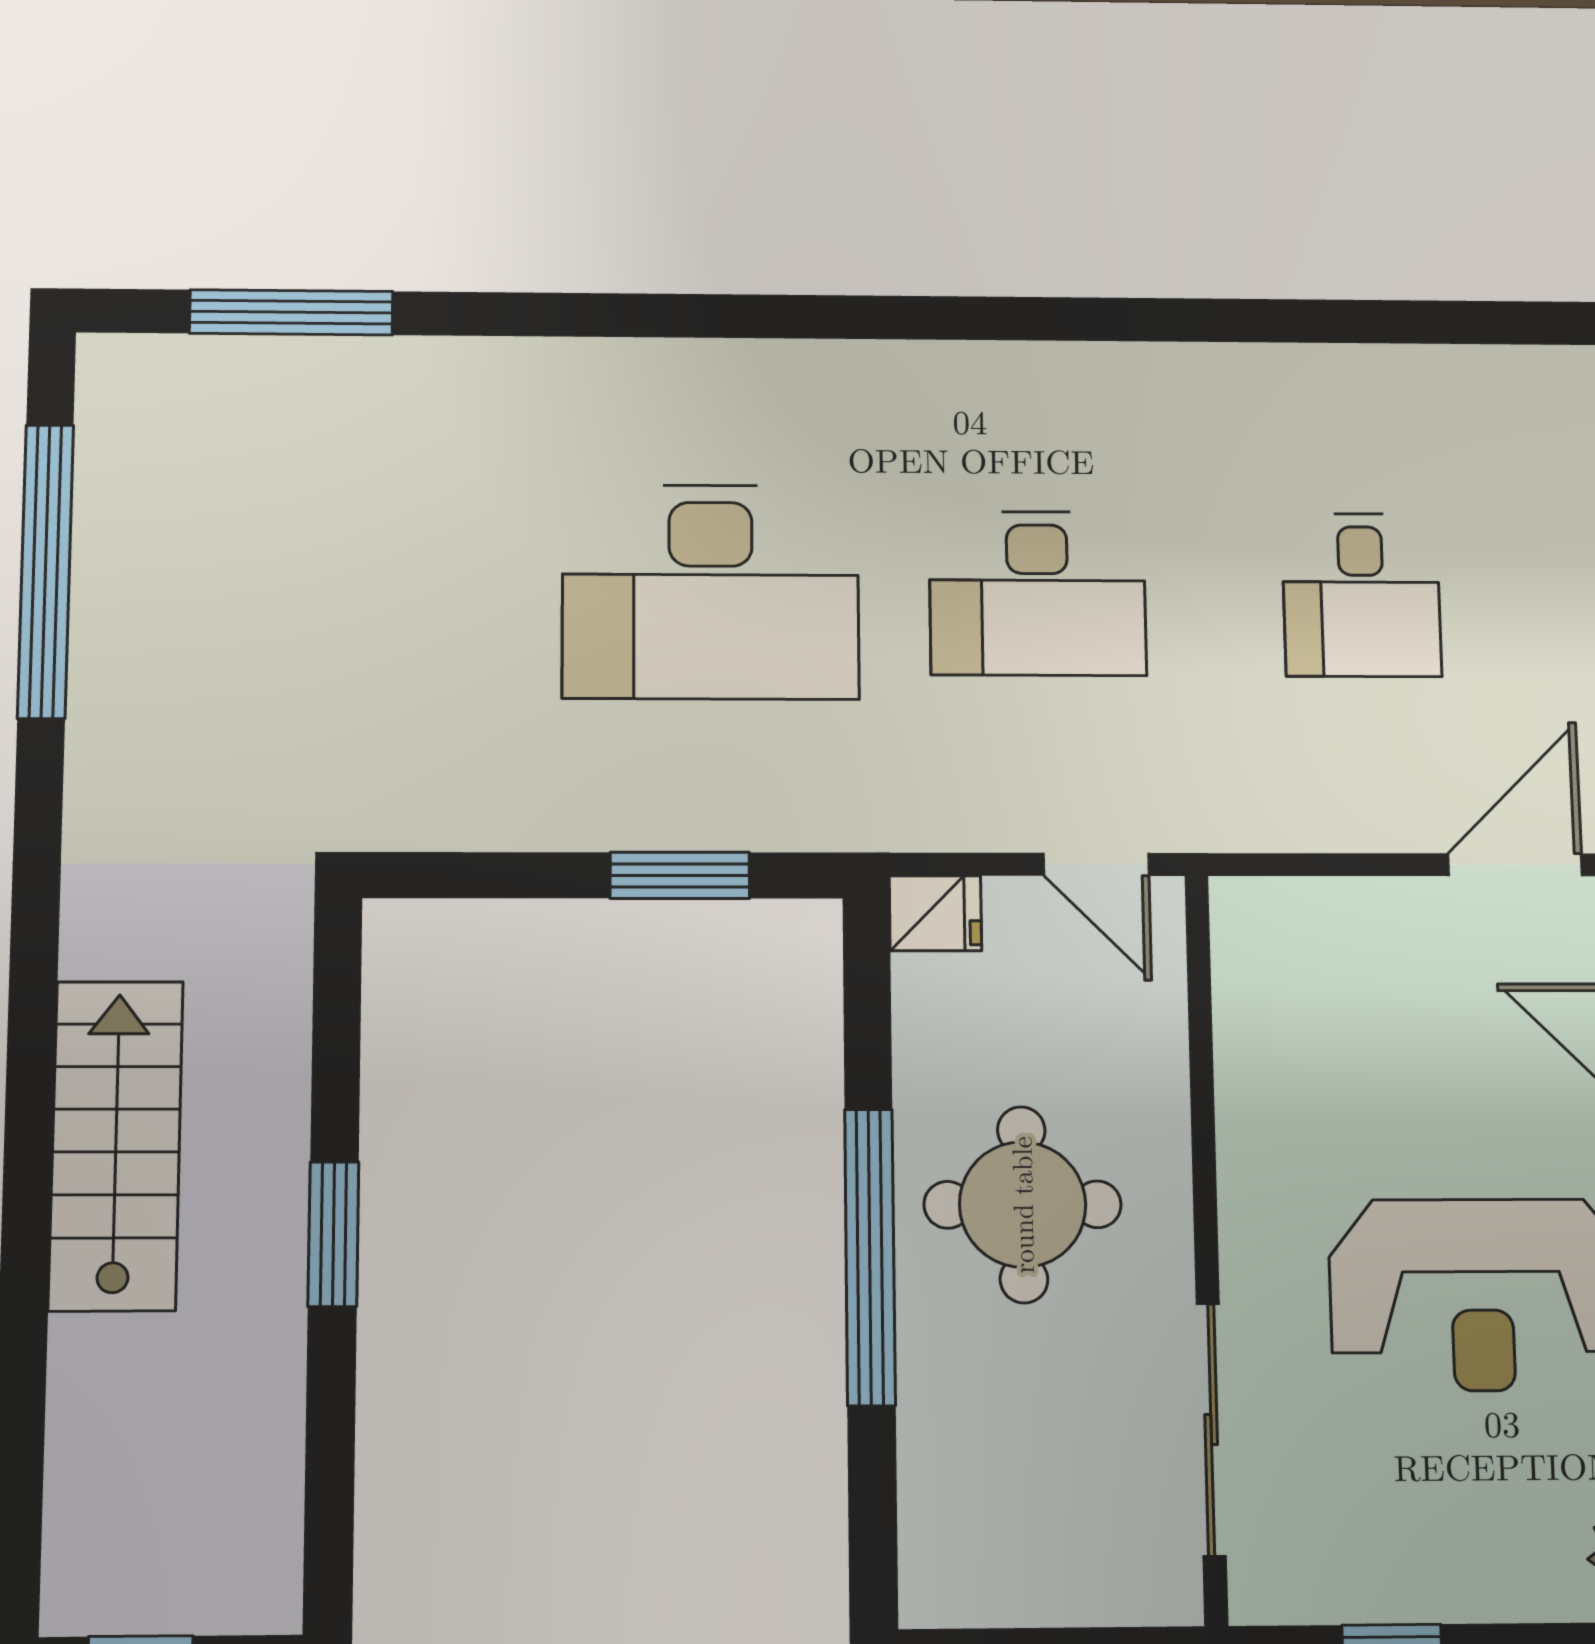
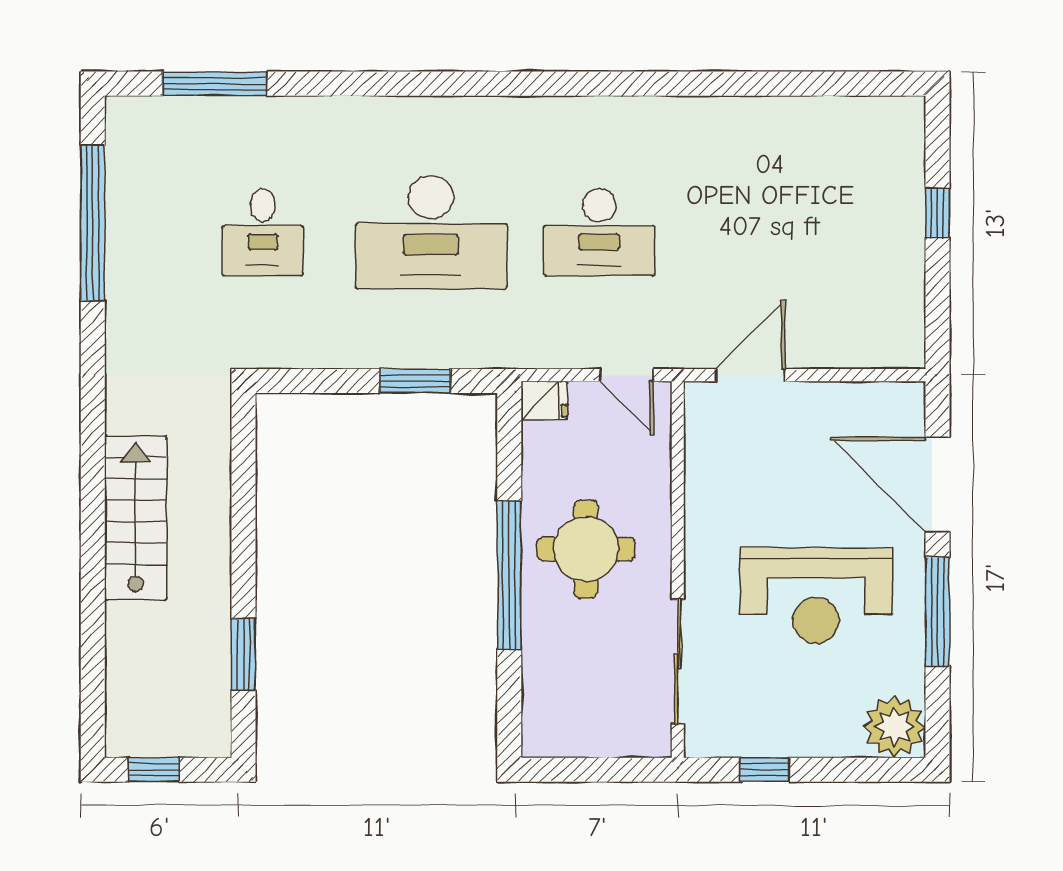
desk: (1361, 595) -> (263, 232), moved
door: (1515, 865) -> (750, 375), moved
window: (333, 1234) -> (243, 654), moved

